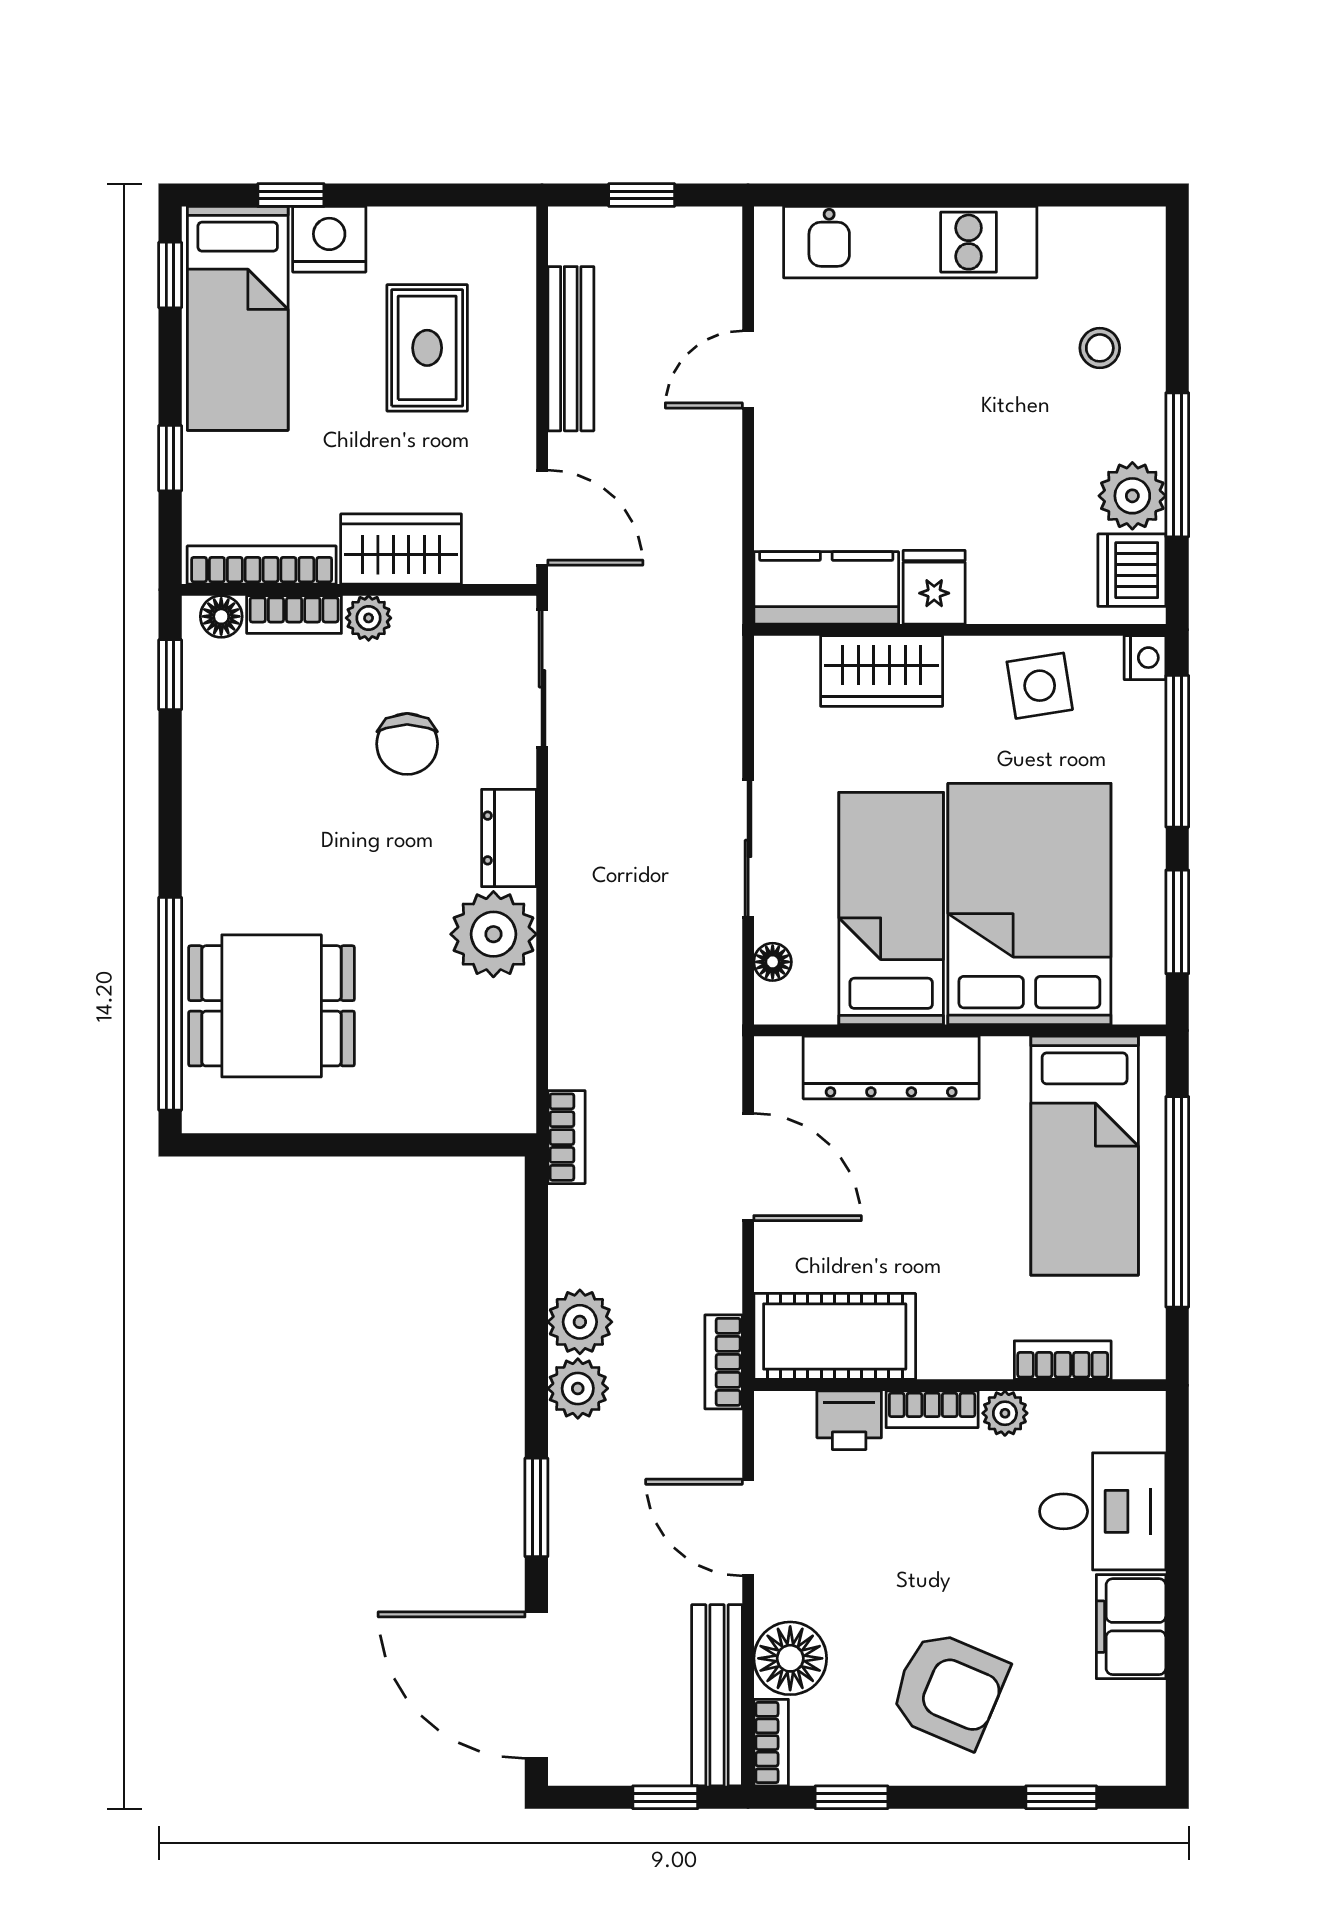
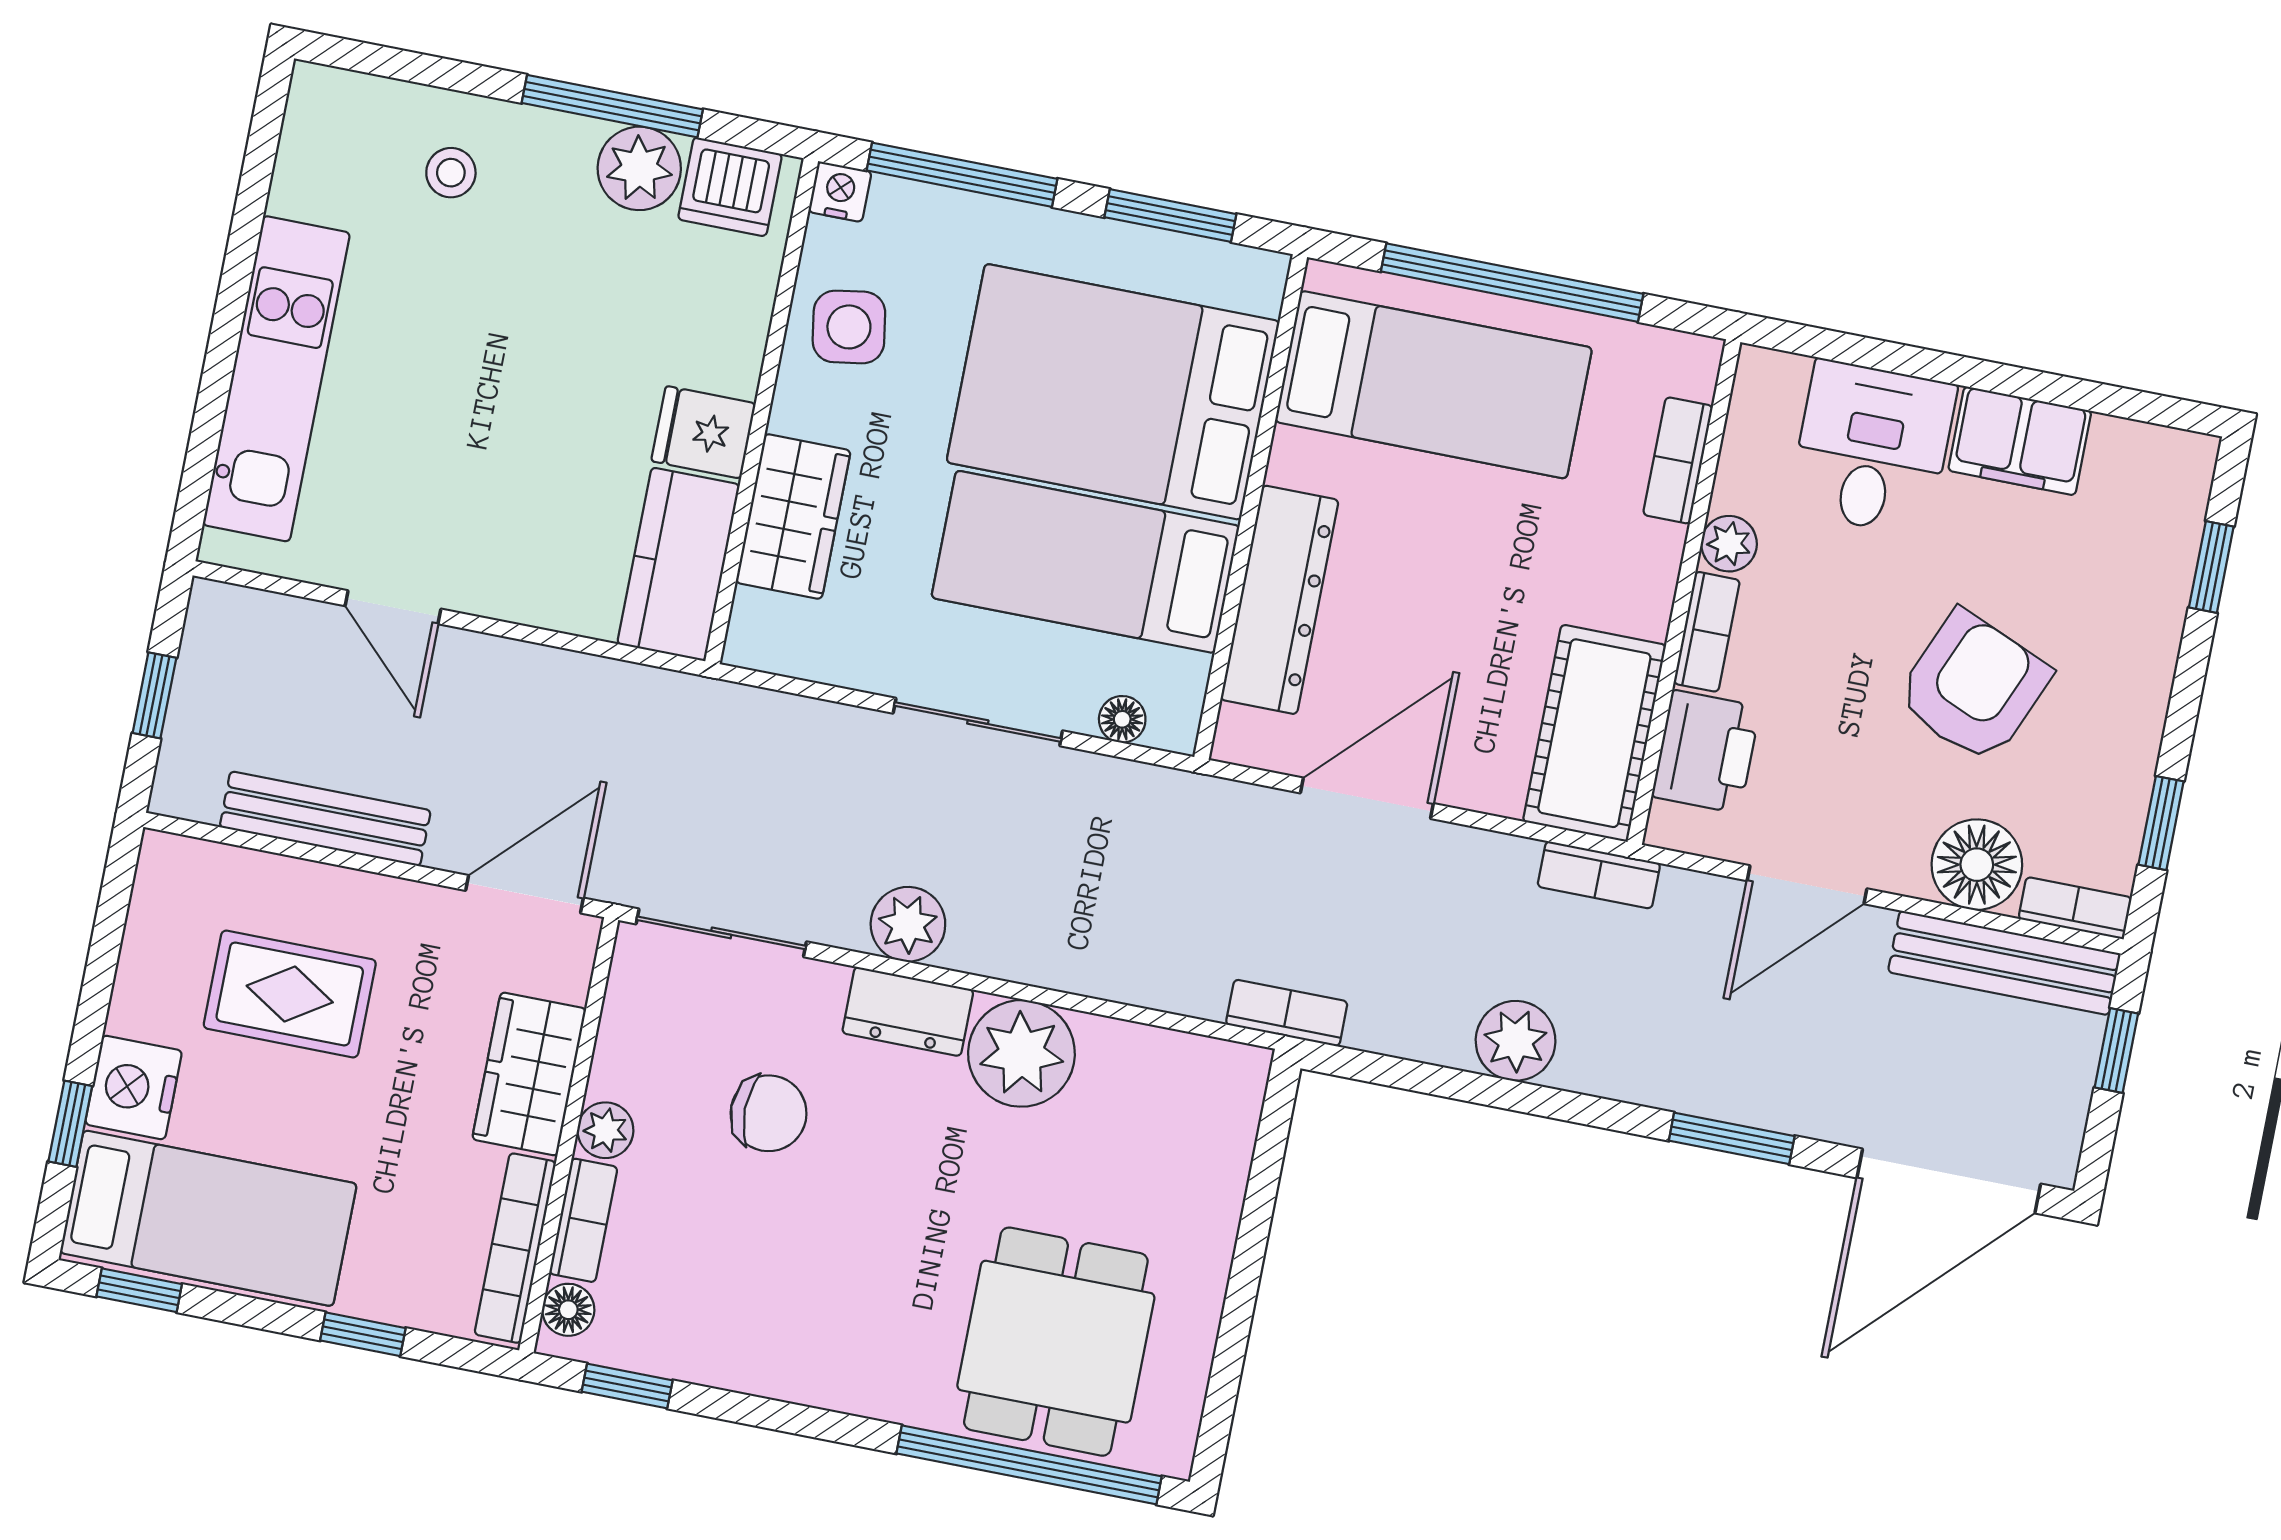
plant: (578, 1388) -> (908, 924), moved
printer: (849, 1420) -> (1706, 752), width x1.36, depth x1.24
armchair: (949, 1689) -> (1973, 687), moved

